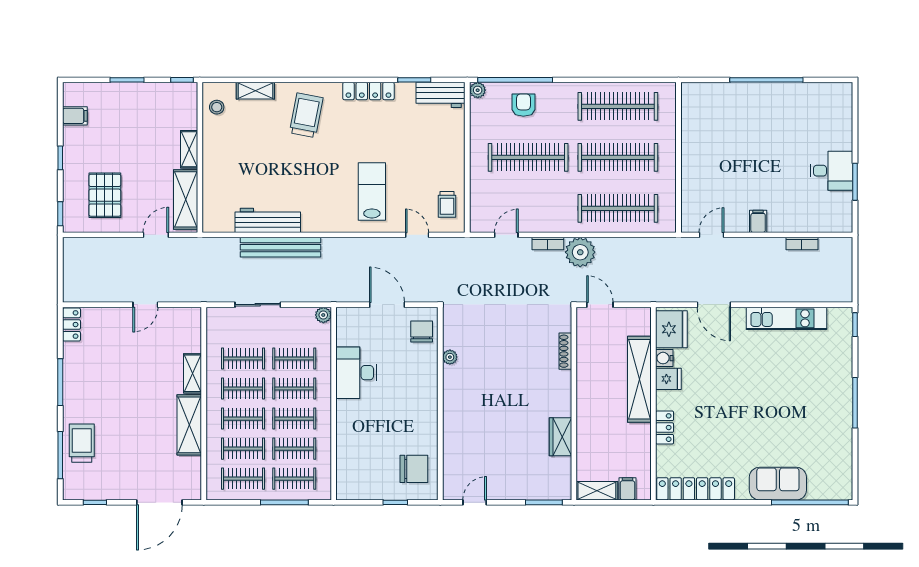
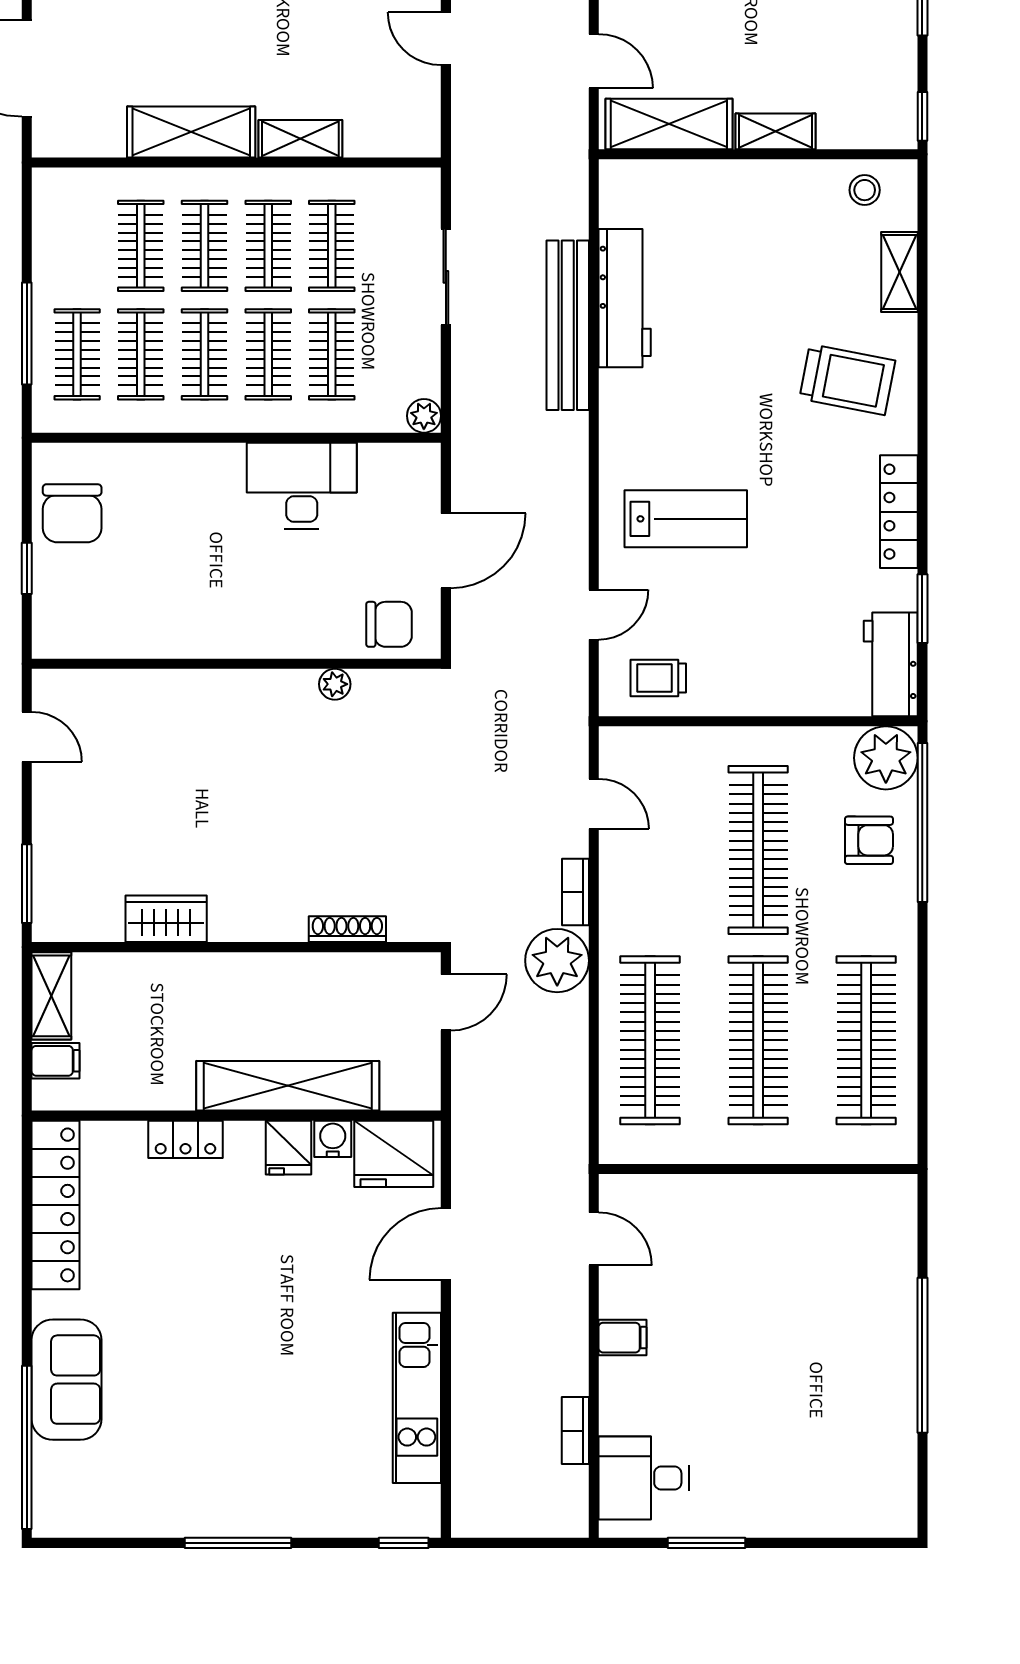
plant: (478, 90) -> (886, 758), width x1.88, depth x1.88
desk: (831, 171) -> (644, 1478), moved, turned 90
chair: (414, 469) -> (72, 513), moved
clothes rail: (243, 479) -> (77, 246), removed

